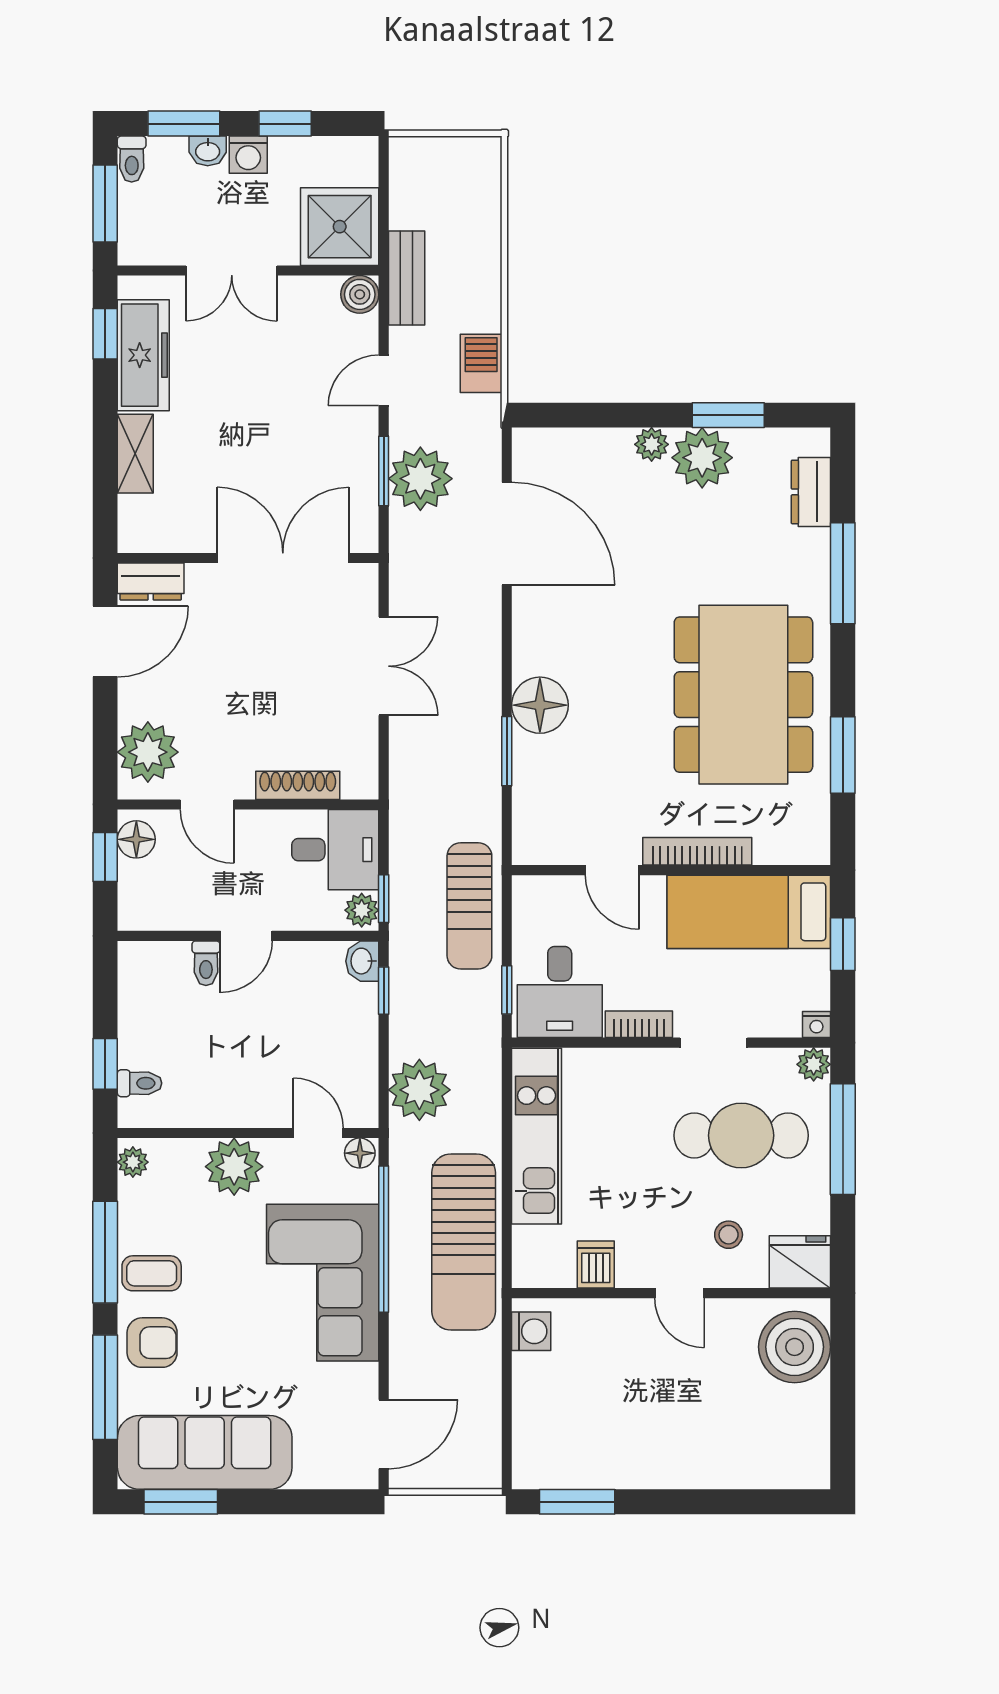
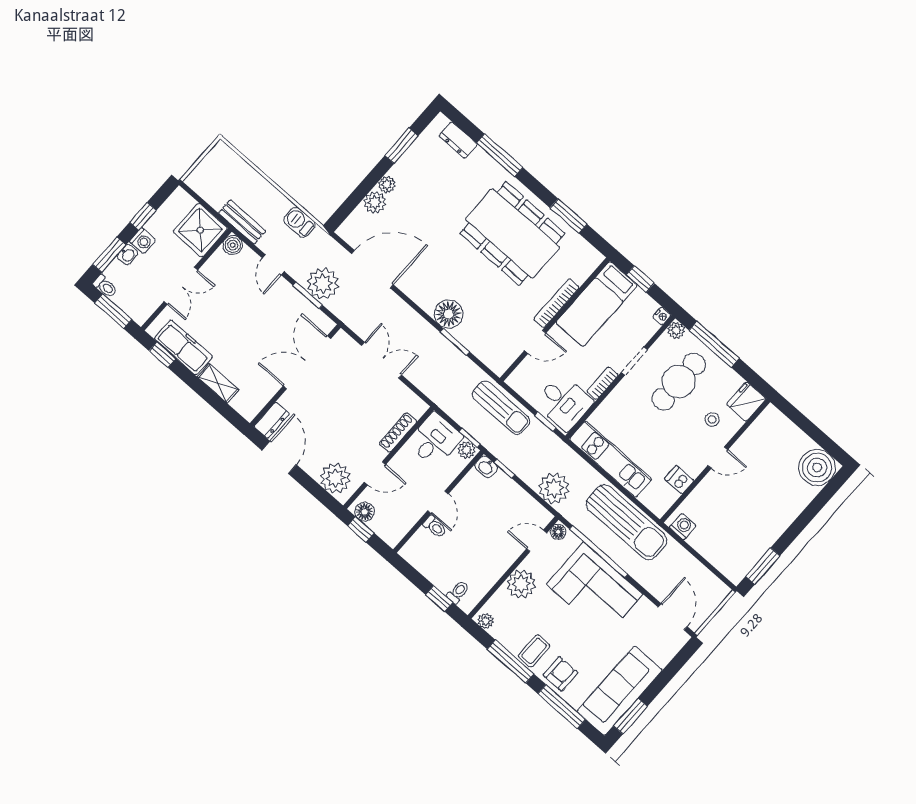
plant: (702, 458) -> (375, 202), moved, width x0.73, depth x0.73
boiler: (795, 1347) -> (817, 468), moved

